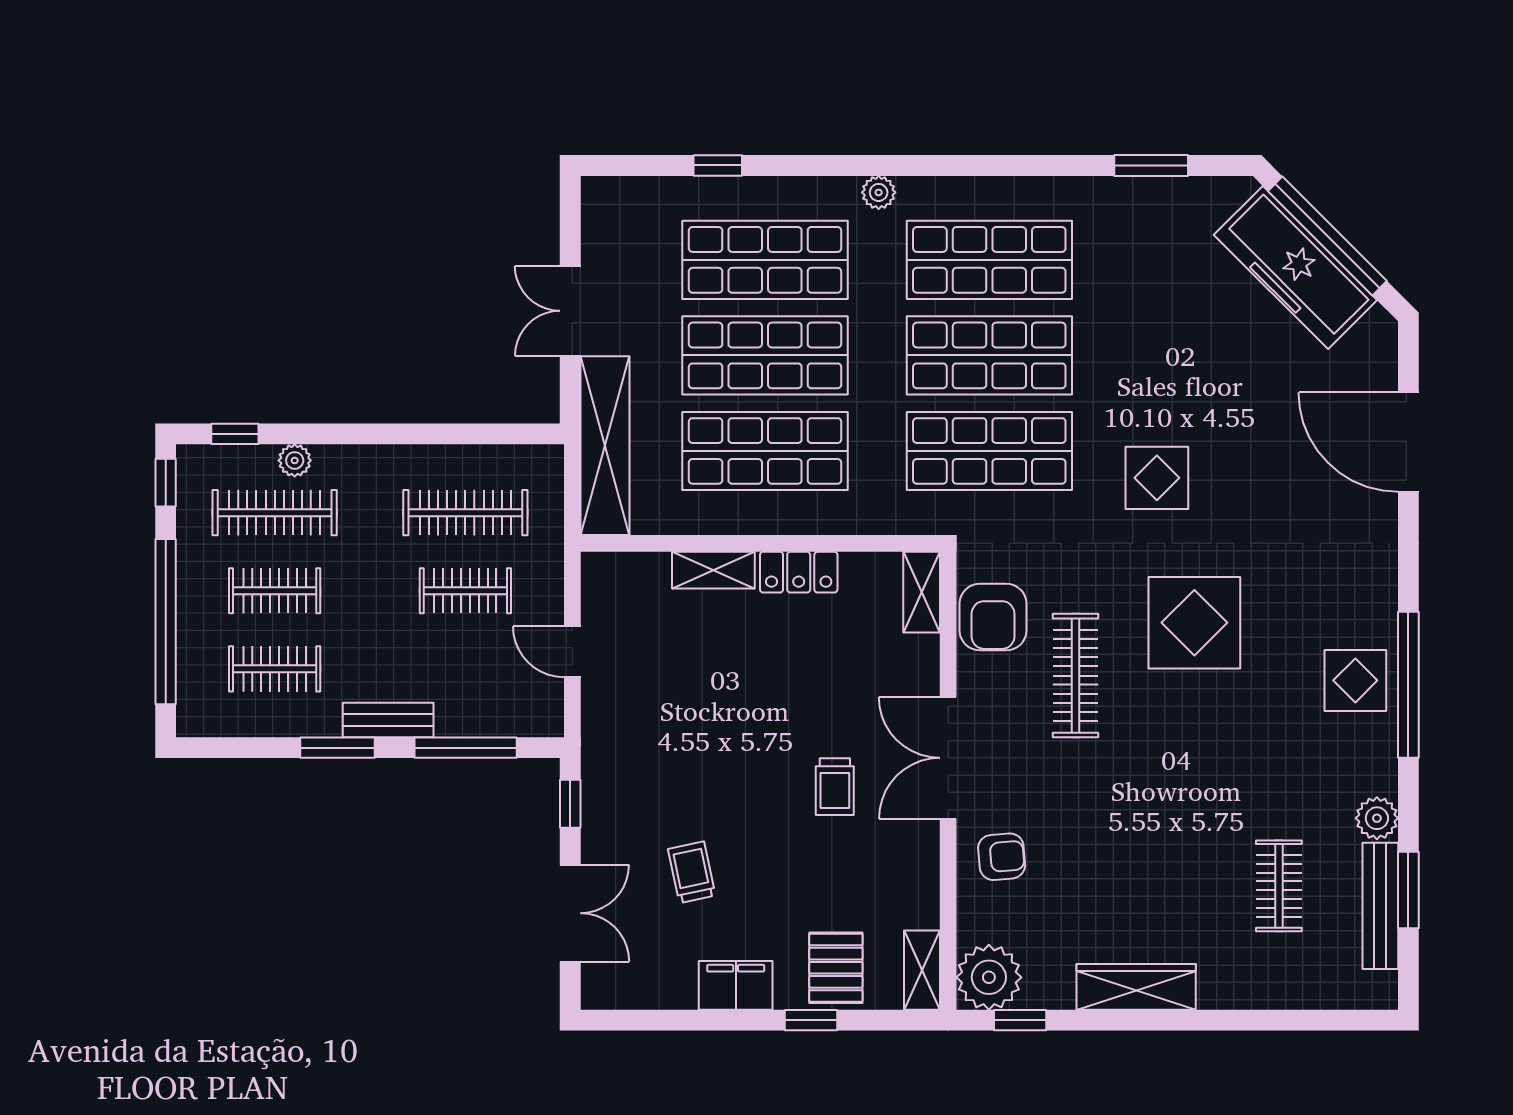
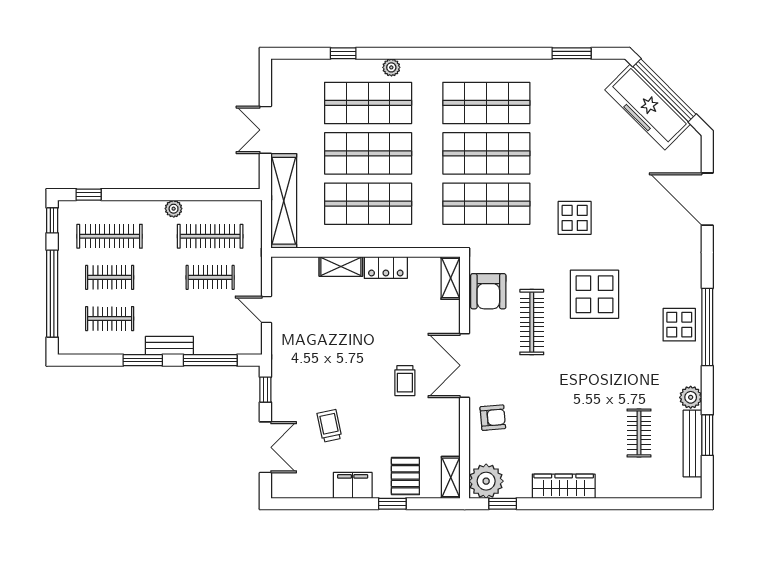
plant: (879, 192) -> (391, 67), moved
plant: (295, 460) -> (174, 209), moved

